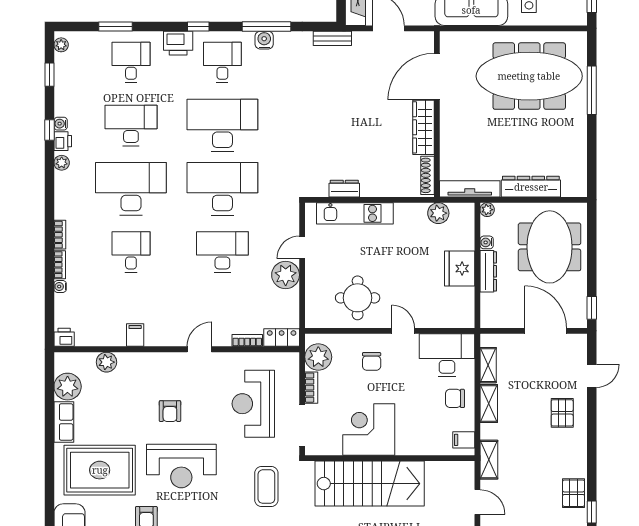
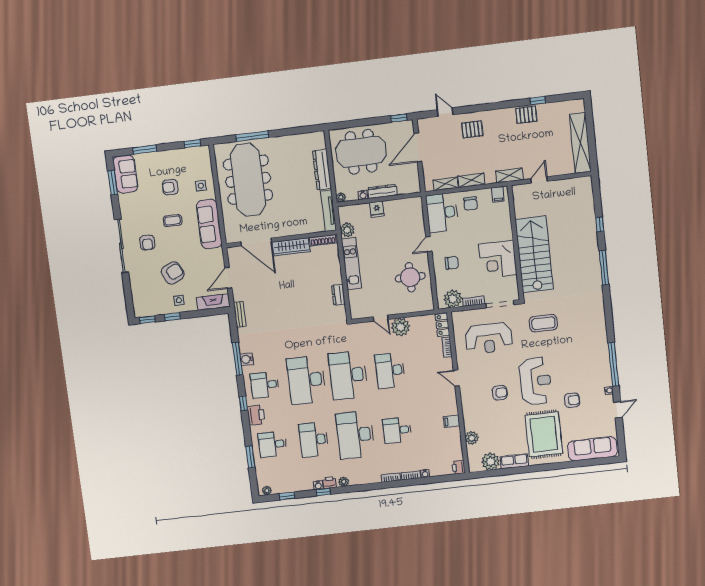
kitchen unit: (355, 213) -> (351, 264), moved
fridge: (460, 269) -> (377, 209), width x0.53, depth x0.75

